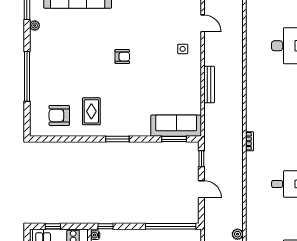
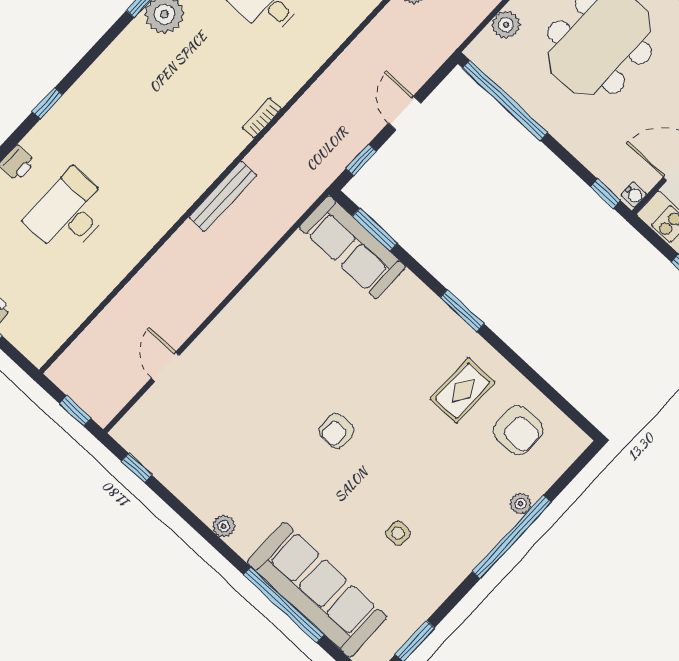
plant: (35, 25) -> (521, 504), moved
side table: (183, 49) -> (398, 533), moved
armchair: (122, 57) -> (337, 431), turned -90
bench: (209, 85) -> (223, 196), moved

